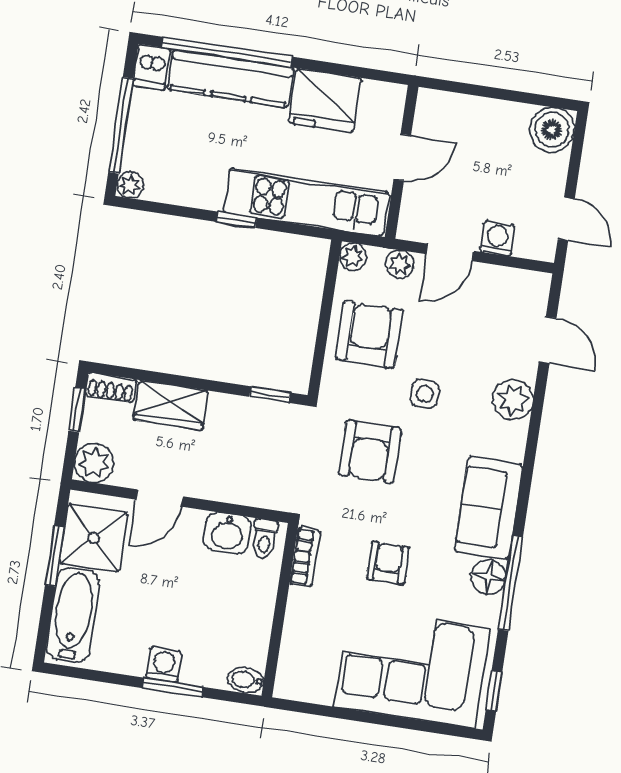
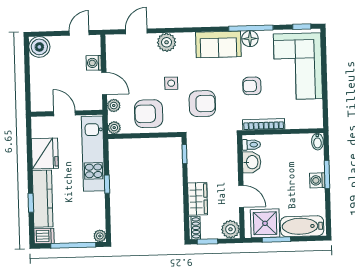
window: (227, 52) -> (31, 203), width x0.32
bookcase: (305, 557) -> (264, 124), width x1.56

